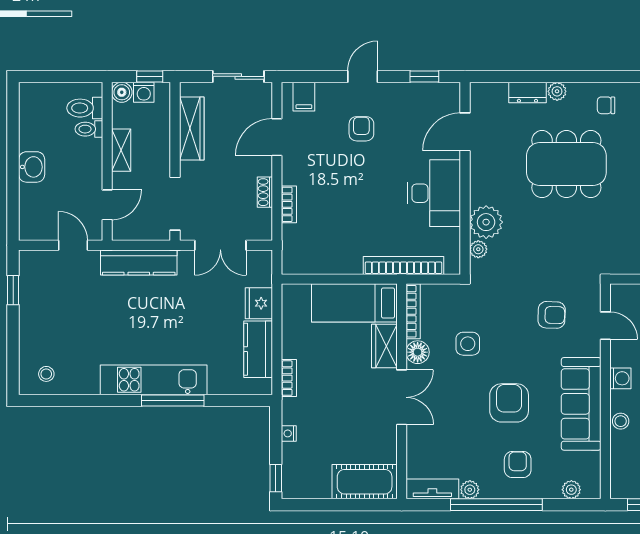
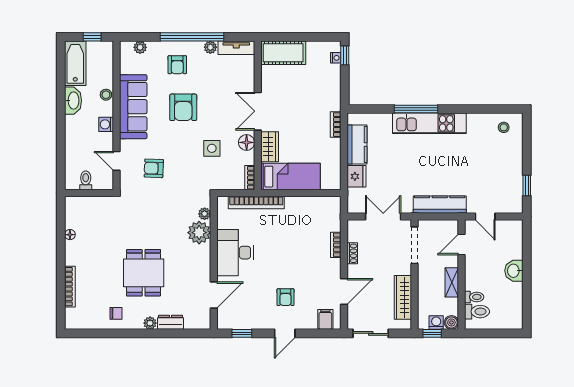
dining table: (566, 164) -> (144, 273), width x0.73
bookcase: (413, 311) -> (250, 178), width x0.64
nightstand: (289, 433) -> (336, 58), moved

